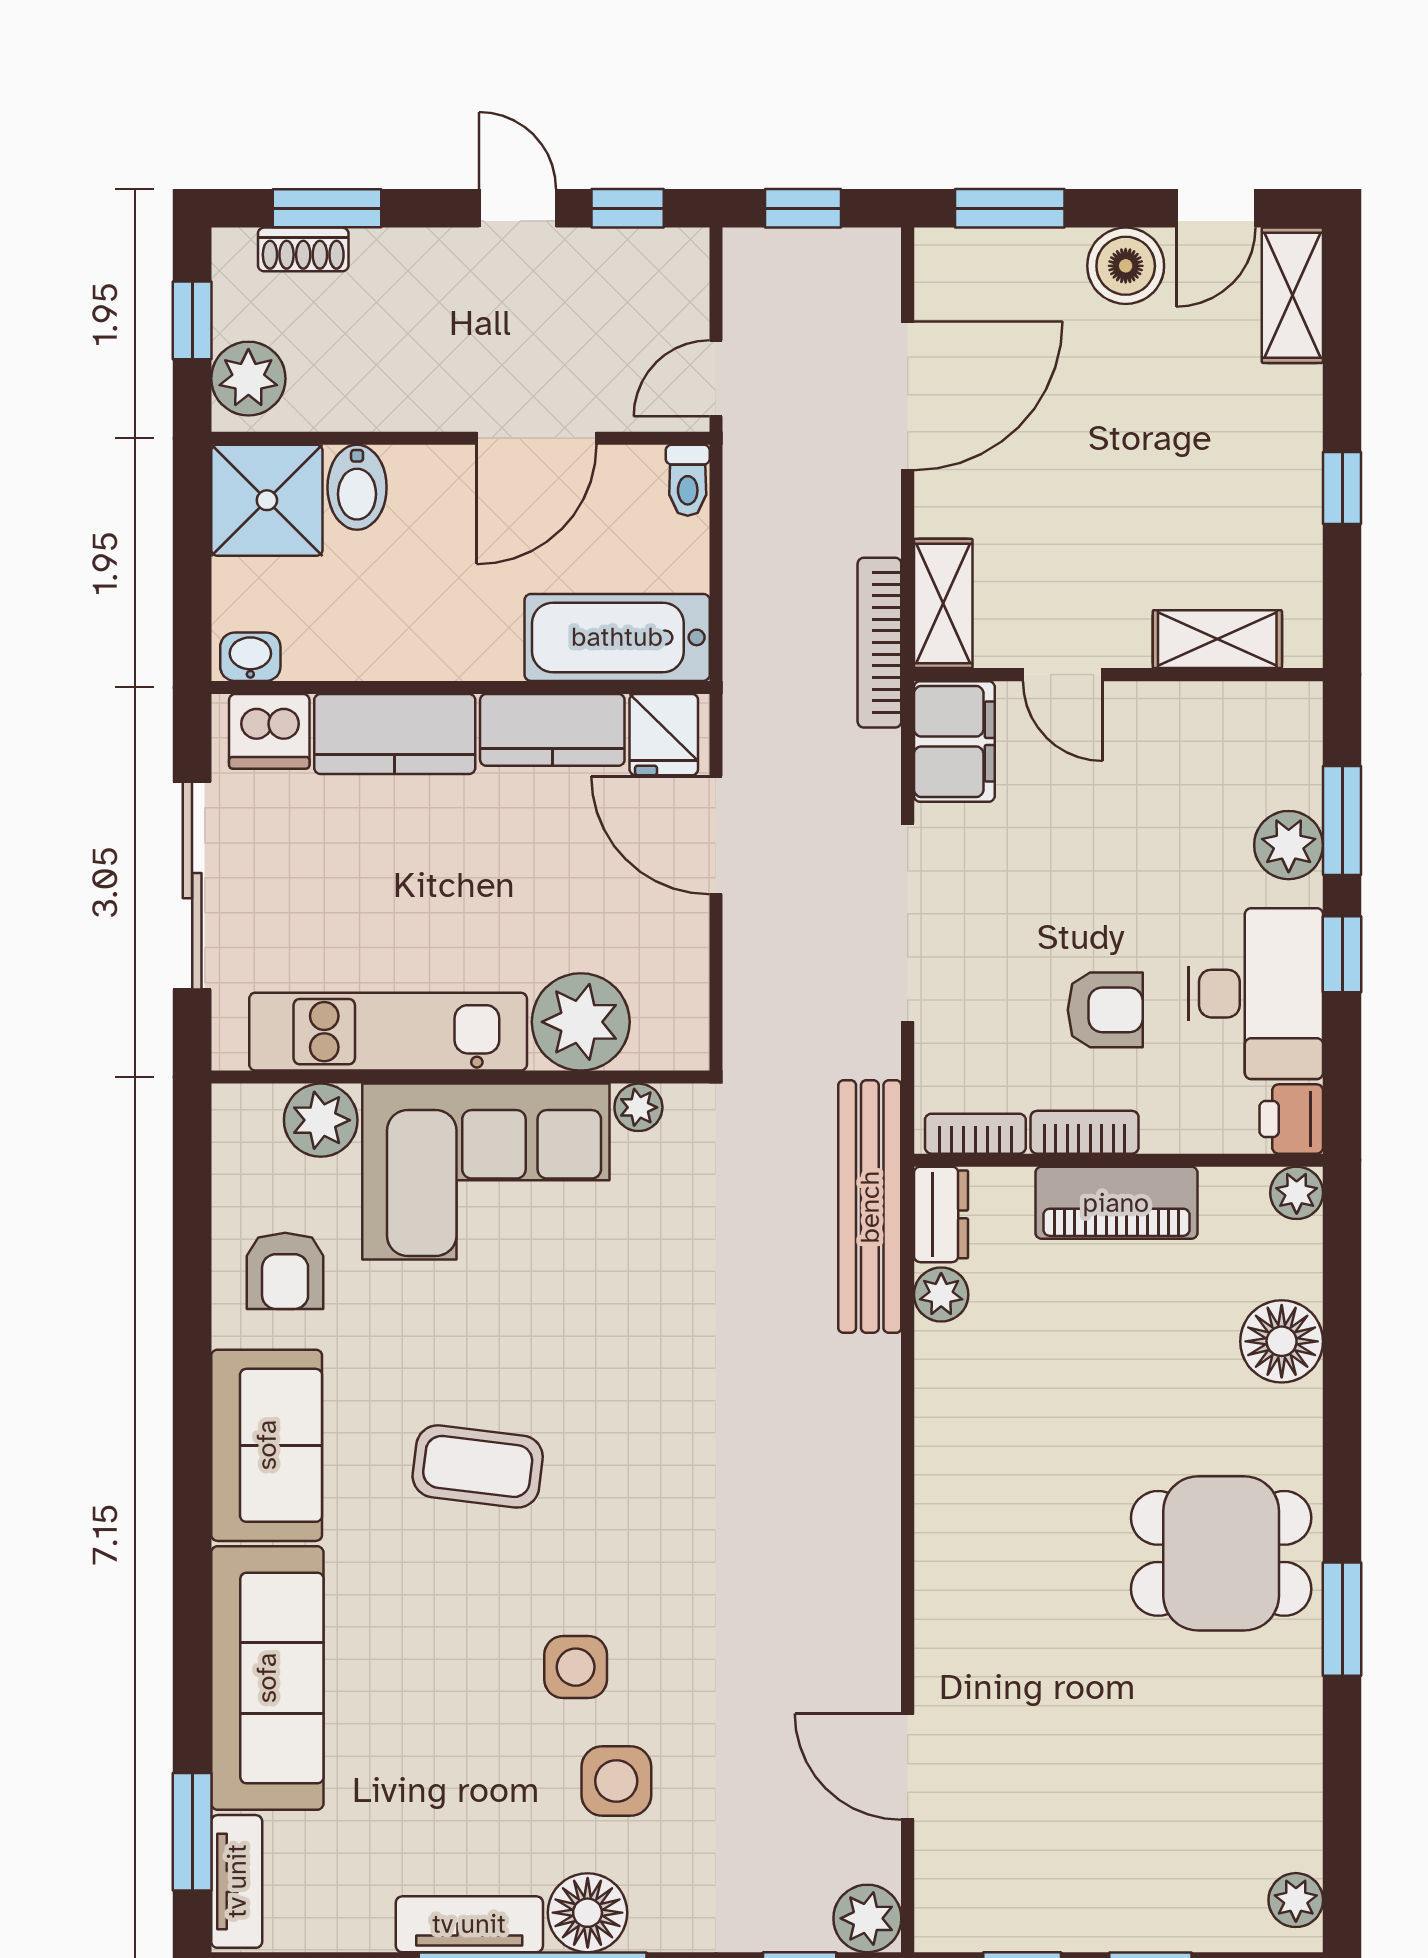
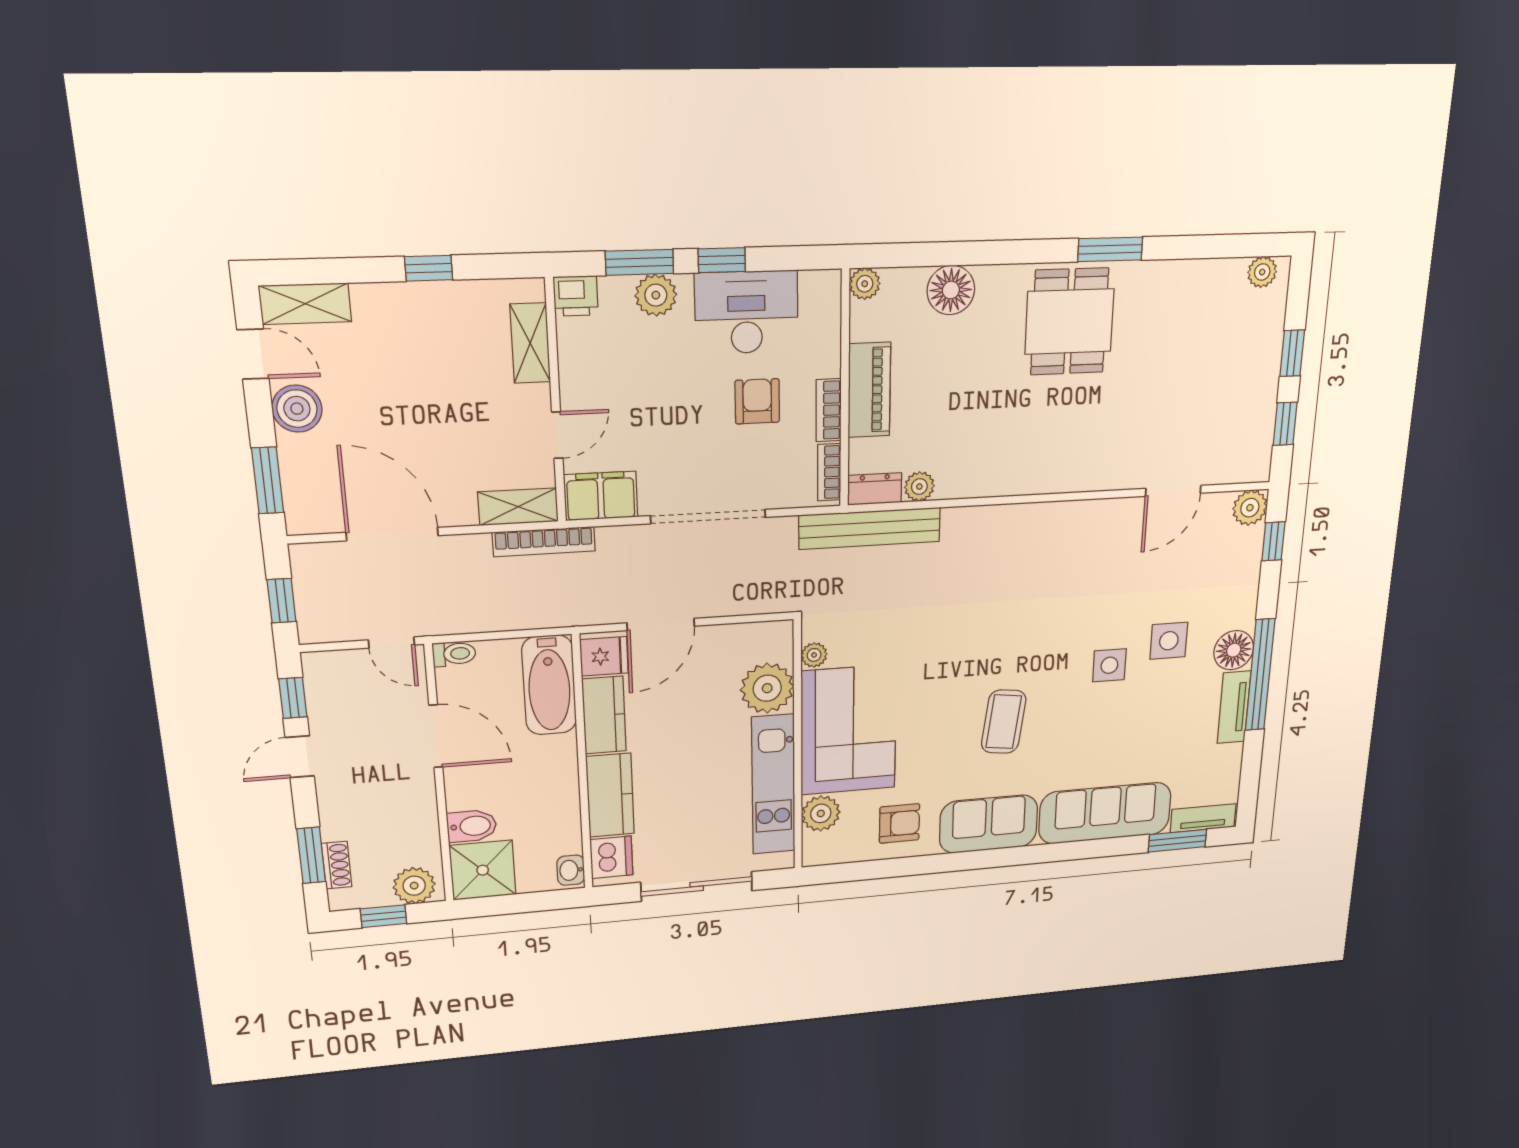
printer: (1291, 1119) -> (576, 296), moved

